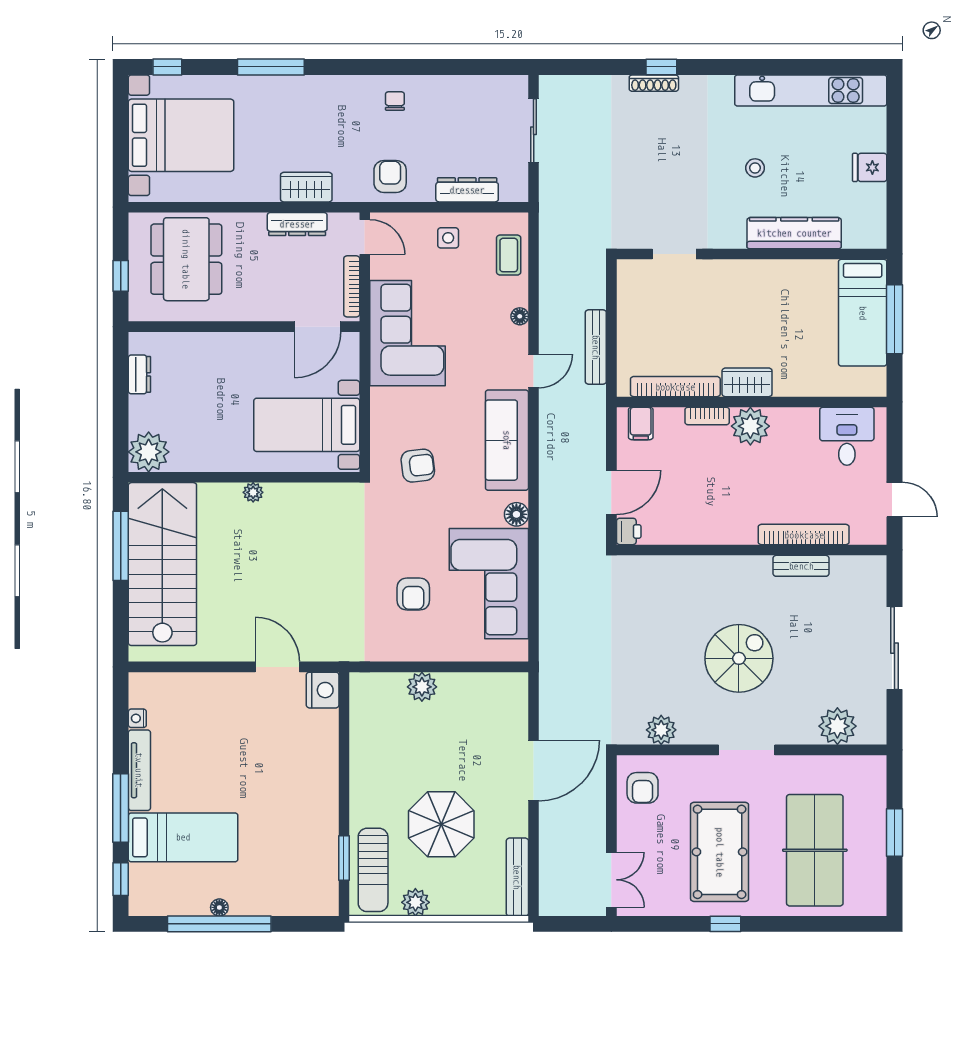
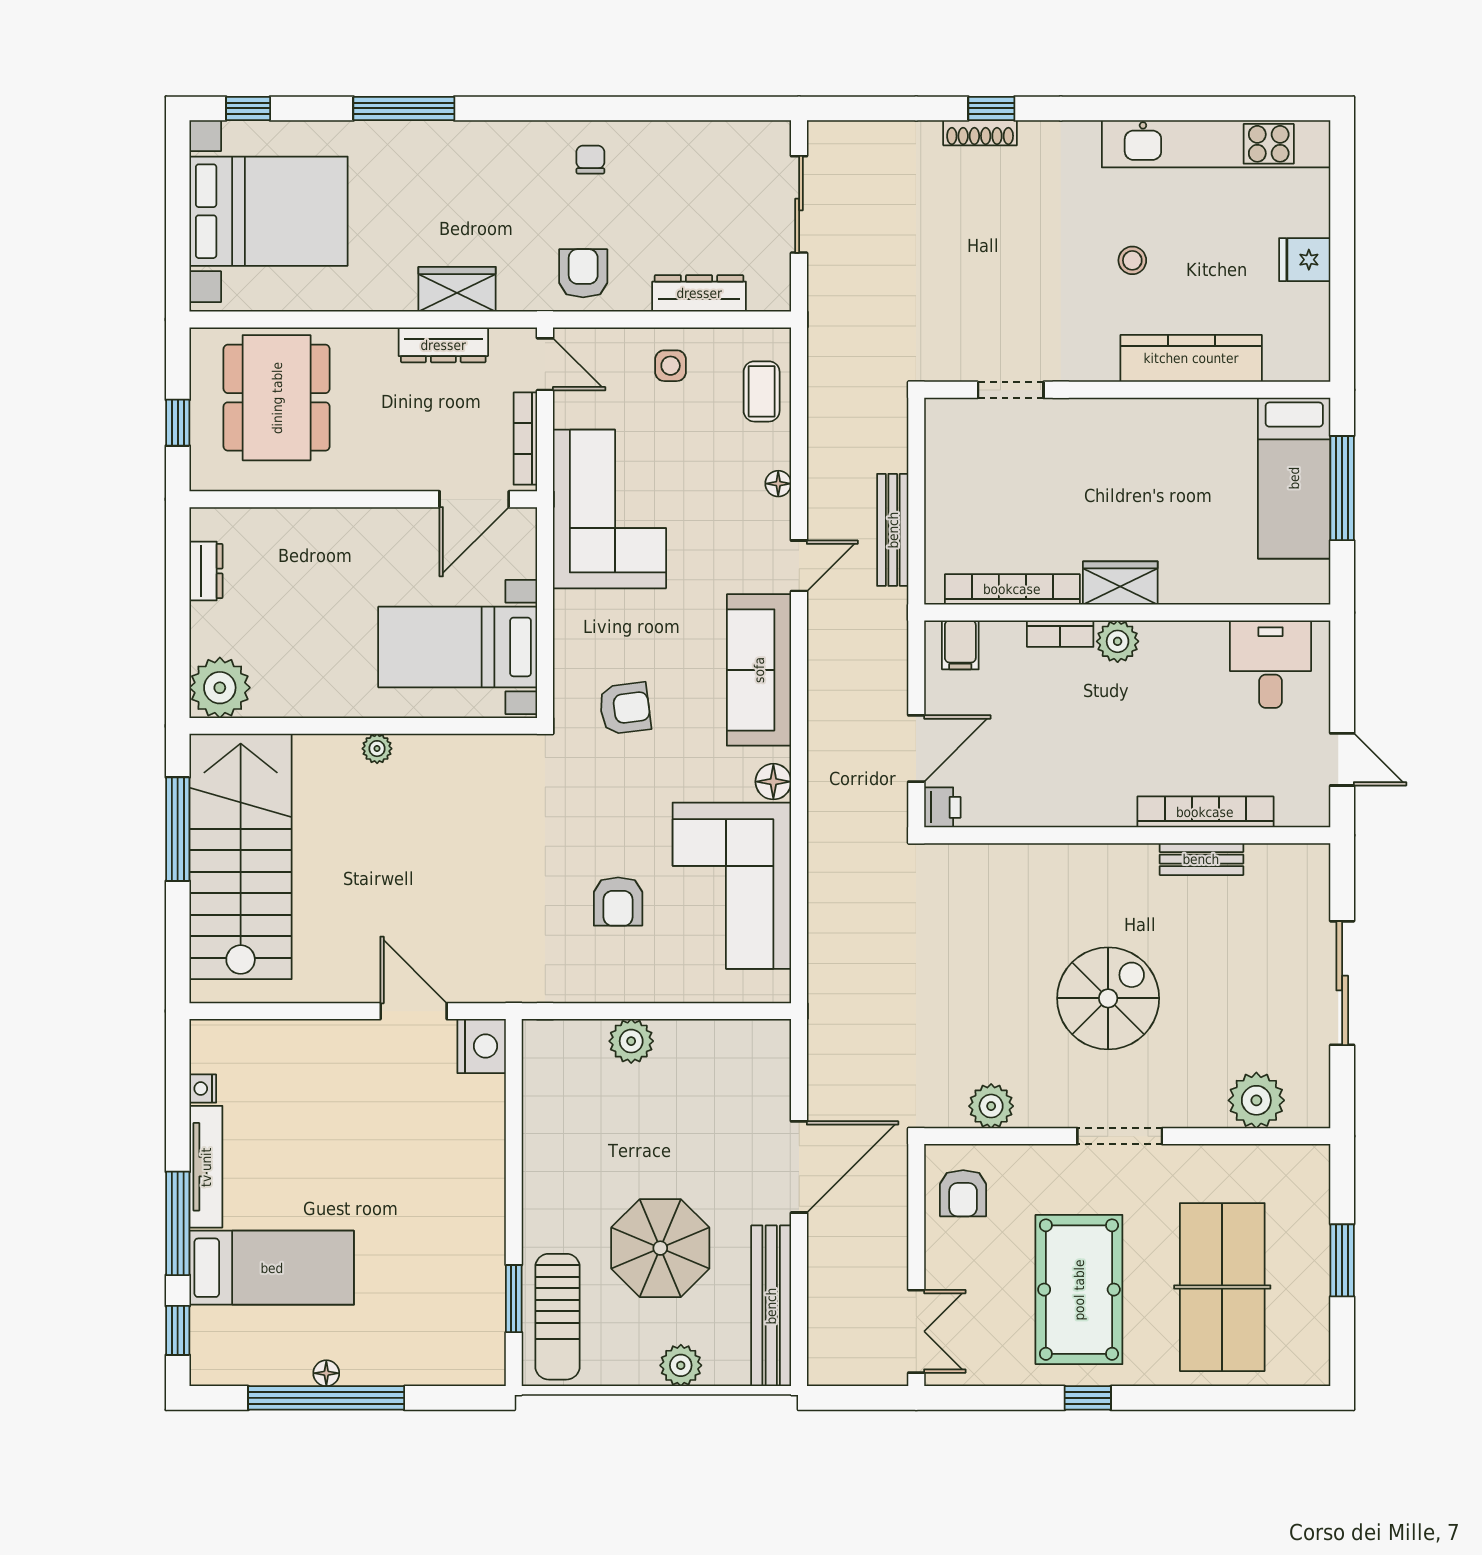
plant: (750, 426) -> (1118, 641), width x0.73, depth x0.73
bench: (517, 877) -> (771, 1306), width x1.37, depth x1.21
plant: (415, 902) -> (681, 1365), moved

